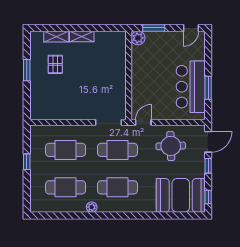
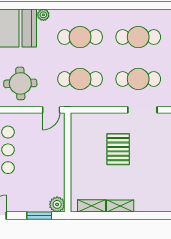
shelving: (56, 37) -> (92, 206), moved
pallet: (55, 64) -> (118, 149), moved, width x1.50, depth x1.42
doorway: (109, 122) -> (142, 110), moved
plant: (92, 207) -> (43, 15), moved

